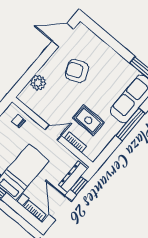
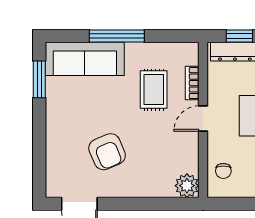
plant: (38, 83) -> (187, 186), moved
door: (53, 133) -> (203, 119), hinge flipped

